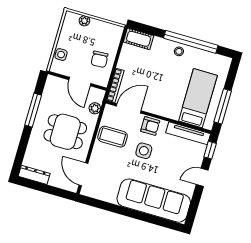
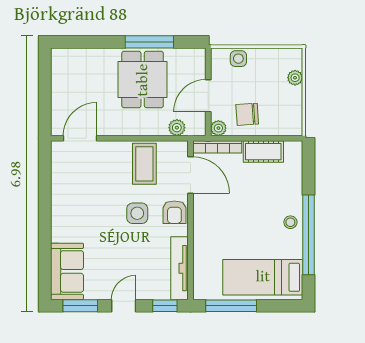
cot: (139, 39) -> (263, 152), moved, turned 90
plant: (103, 81) -> (218, 128), added
bed: (198, 98) -> (263, 277), moved, turned 180
dining table: (65, 132) -> (143, 80), moved
dresser: (34, 175) -> (59, 70), removed
door: (202, 177) -> (124, 306), hinge flipped
sofa: (154, 201) -> (67, 271), width x0.54, depth x0.79
window: (194, 206) -> (80, 306), added

